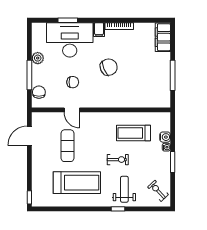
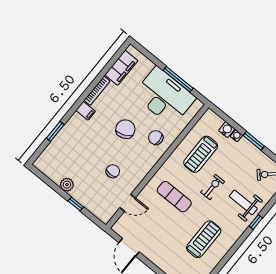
filing cabinet: (163, 37) -> (121, 68), moved, turned -90
desk: (70, 40) -> (164, 96), moved, turned 90
window: (29, 75) -> (76, 204), width x0.46
chair: (39, 92) -> (156, 138), moved
door: (72, 110) -> (128, 203), moved
exercise mat: (67, 146) -> (174, 197), moved
treadmill: (77, 183) -> (204, 239), width x0.73, depth x0.73

